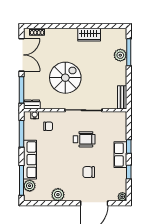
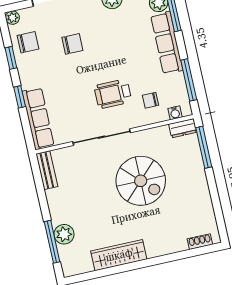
wardrobe: (89, 35) -> (119, 255), width x1.50
double door: (22, 55) -> (216, 201), removed
spiral stairs: (65, 78) -> (141, 181), turned -90
wheelchair: (84, 139) -> (113, 94), moved
row of seats: (120, 155) -> (38, 119), moved, width x1.48
chair: (116, 179) -> (28, 42), added

